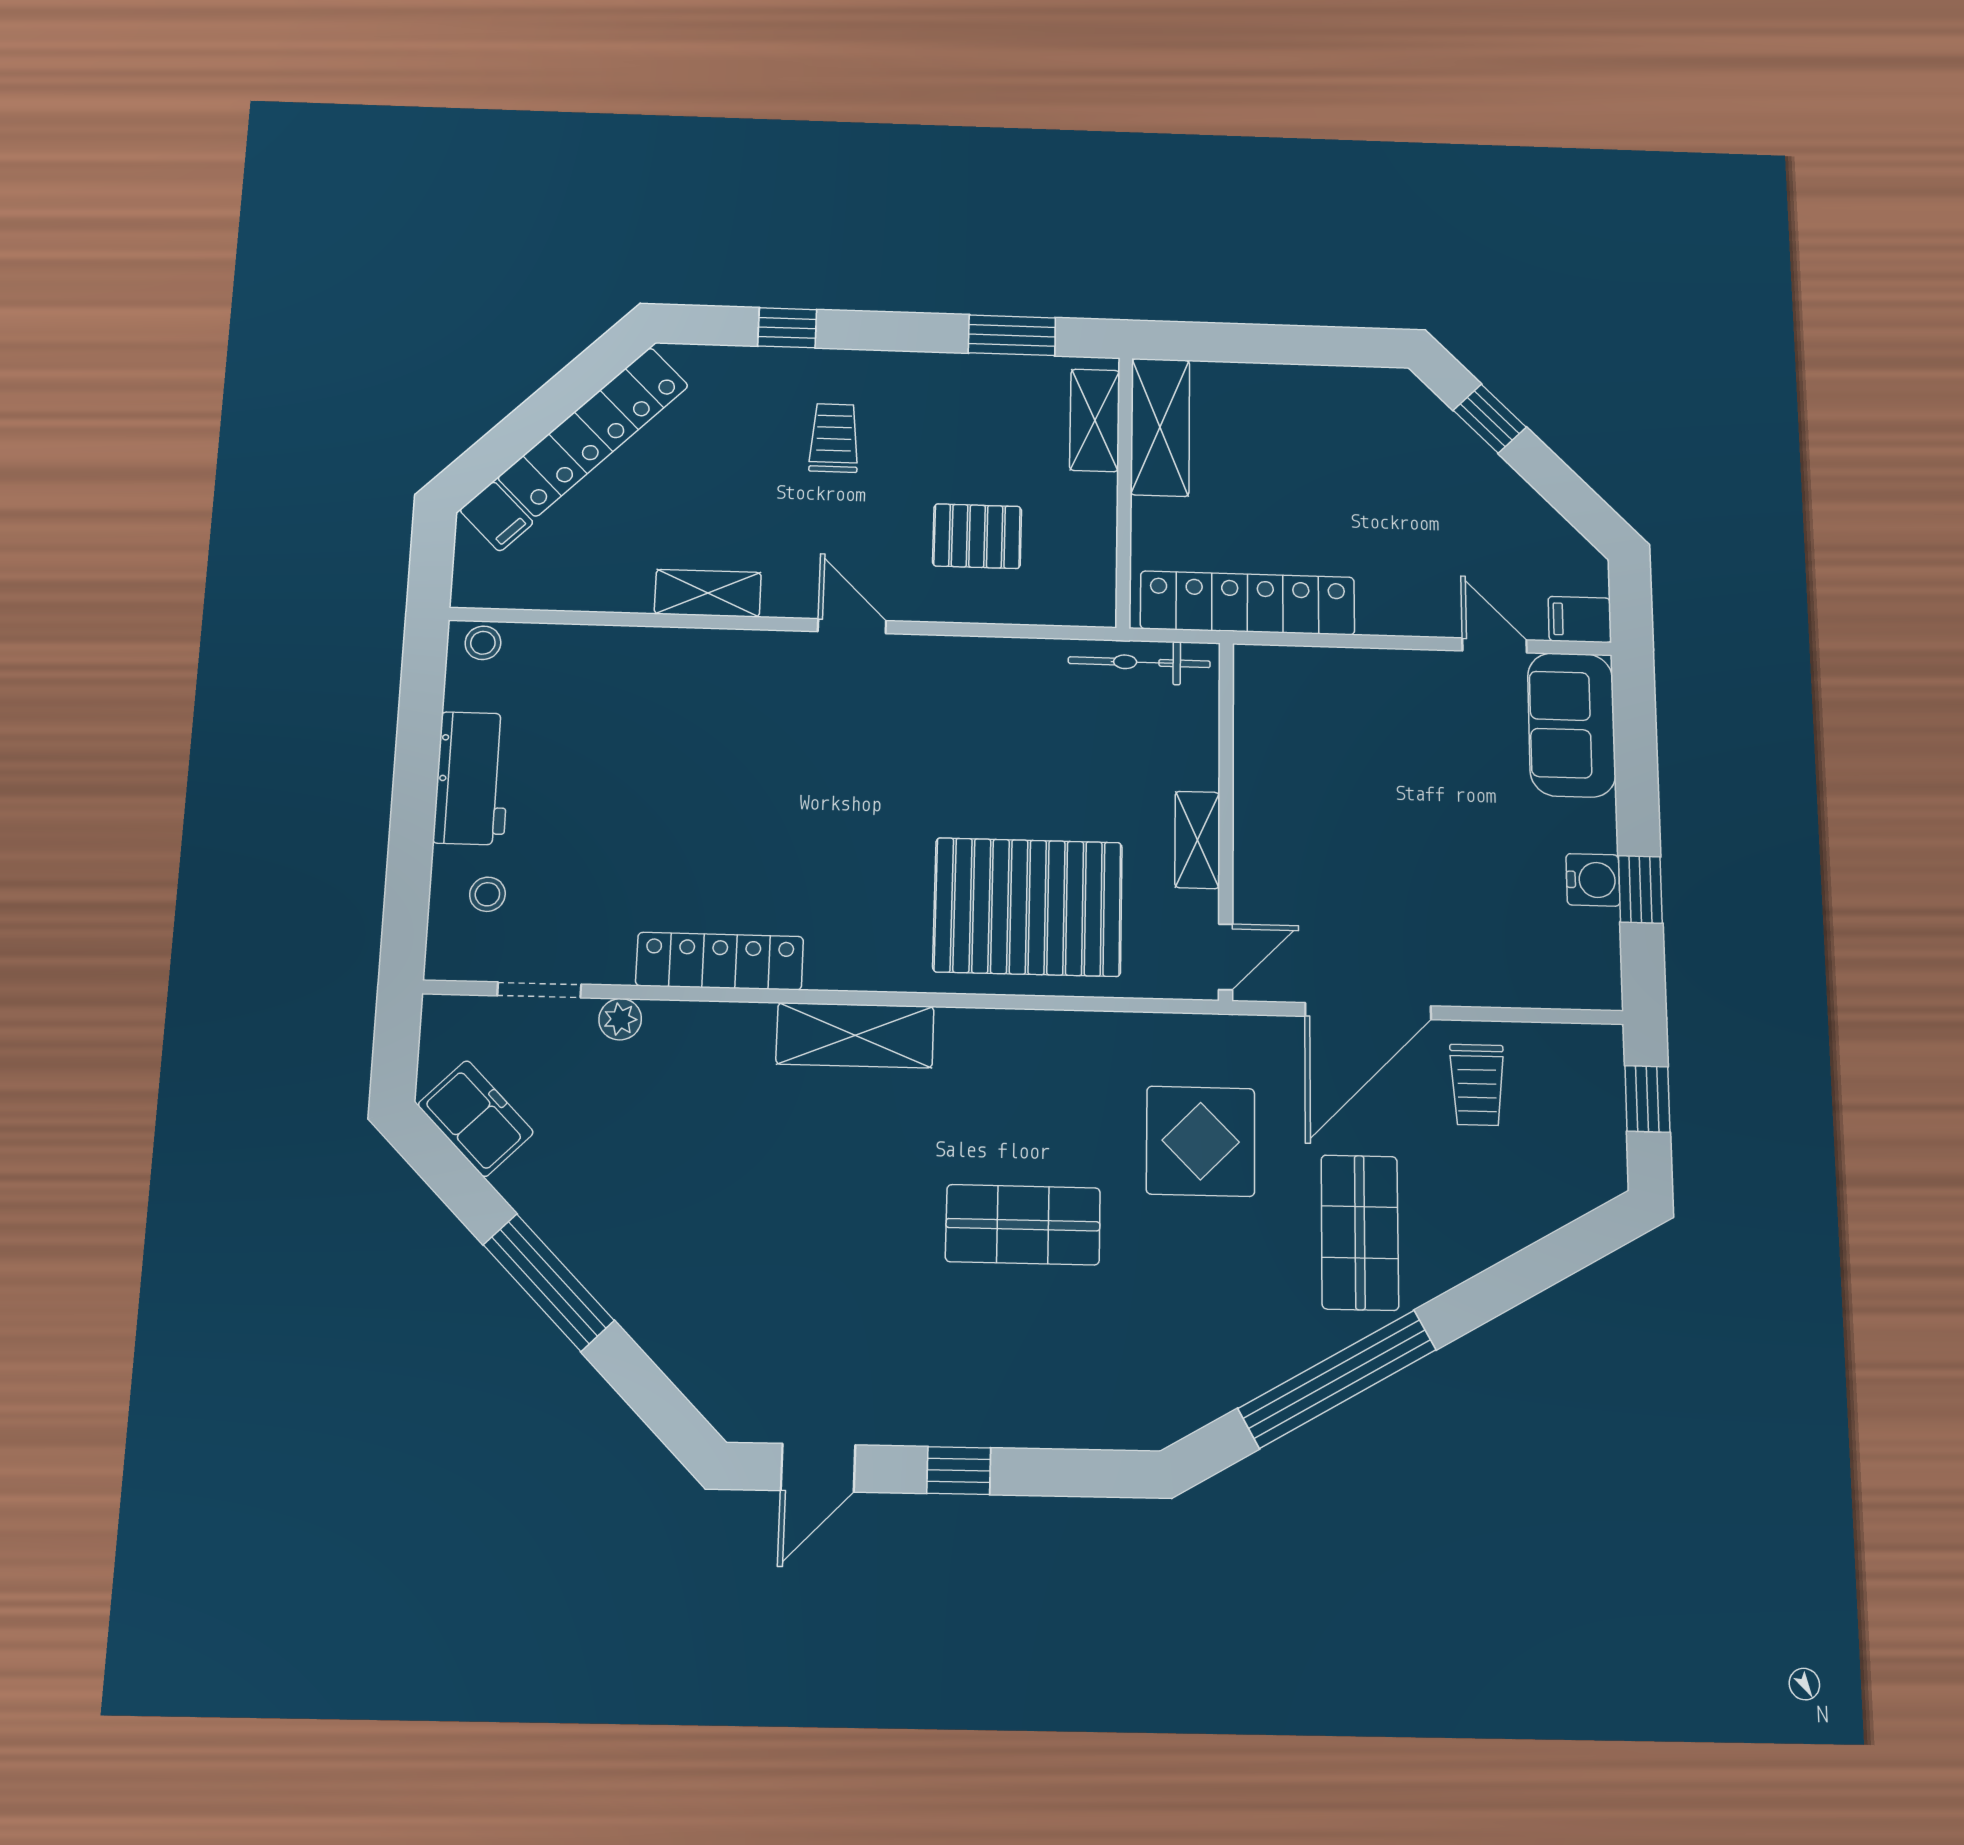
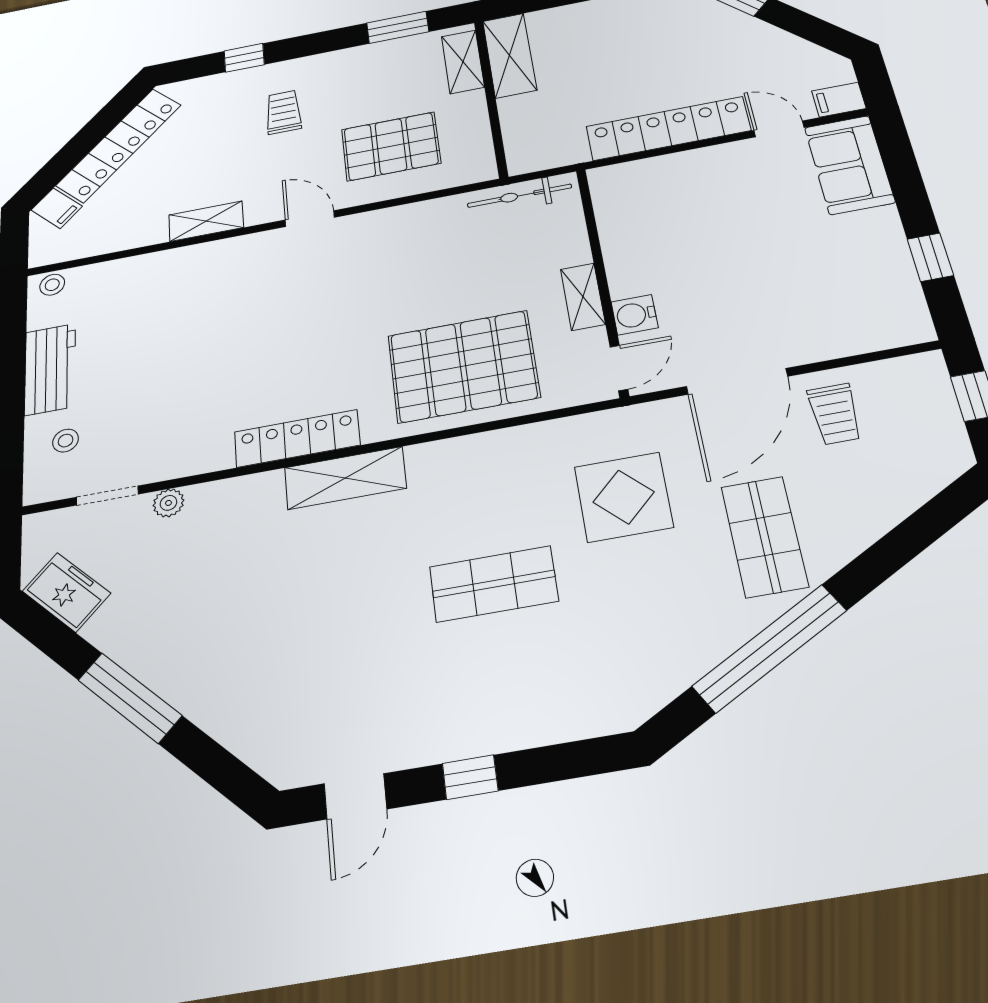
pallet: (977, 536) -> (391, 146), width x1.50, depth x1.42
locker: (1247, 603) -> (668, 128), moved
water cooler: (1593, 880) -> (635, 315), moved, turned 180
locker: (720, 961) -> (297, 438), moved

